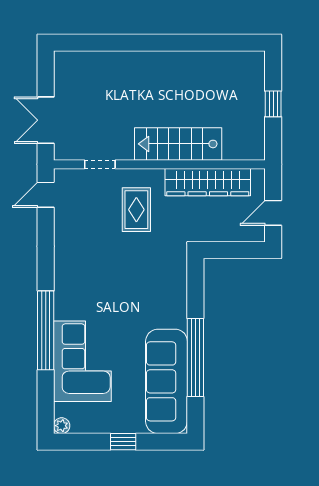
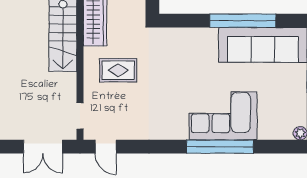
doorway: (100, 164) -> (80, 116), moved
corner sofa: (82, 361) -> (223, 116), moved

